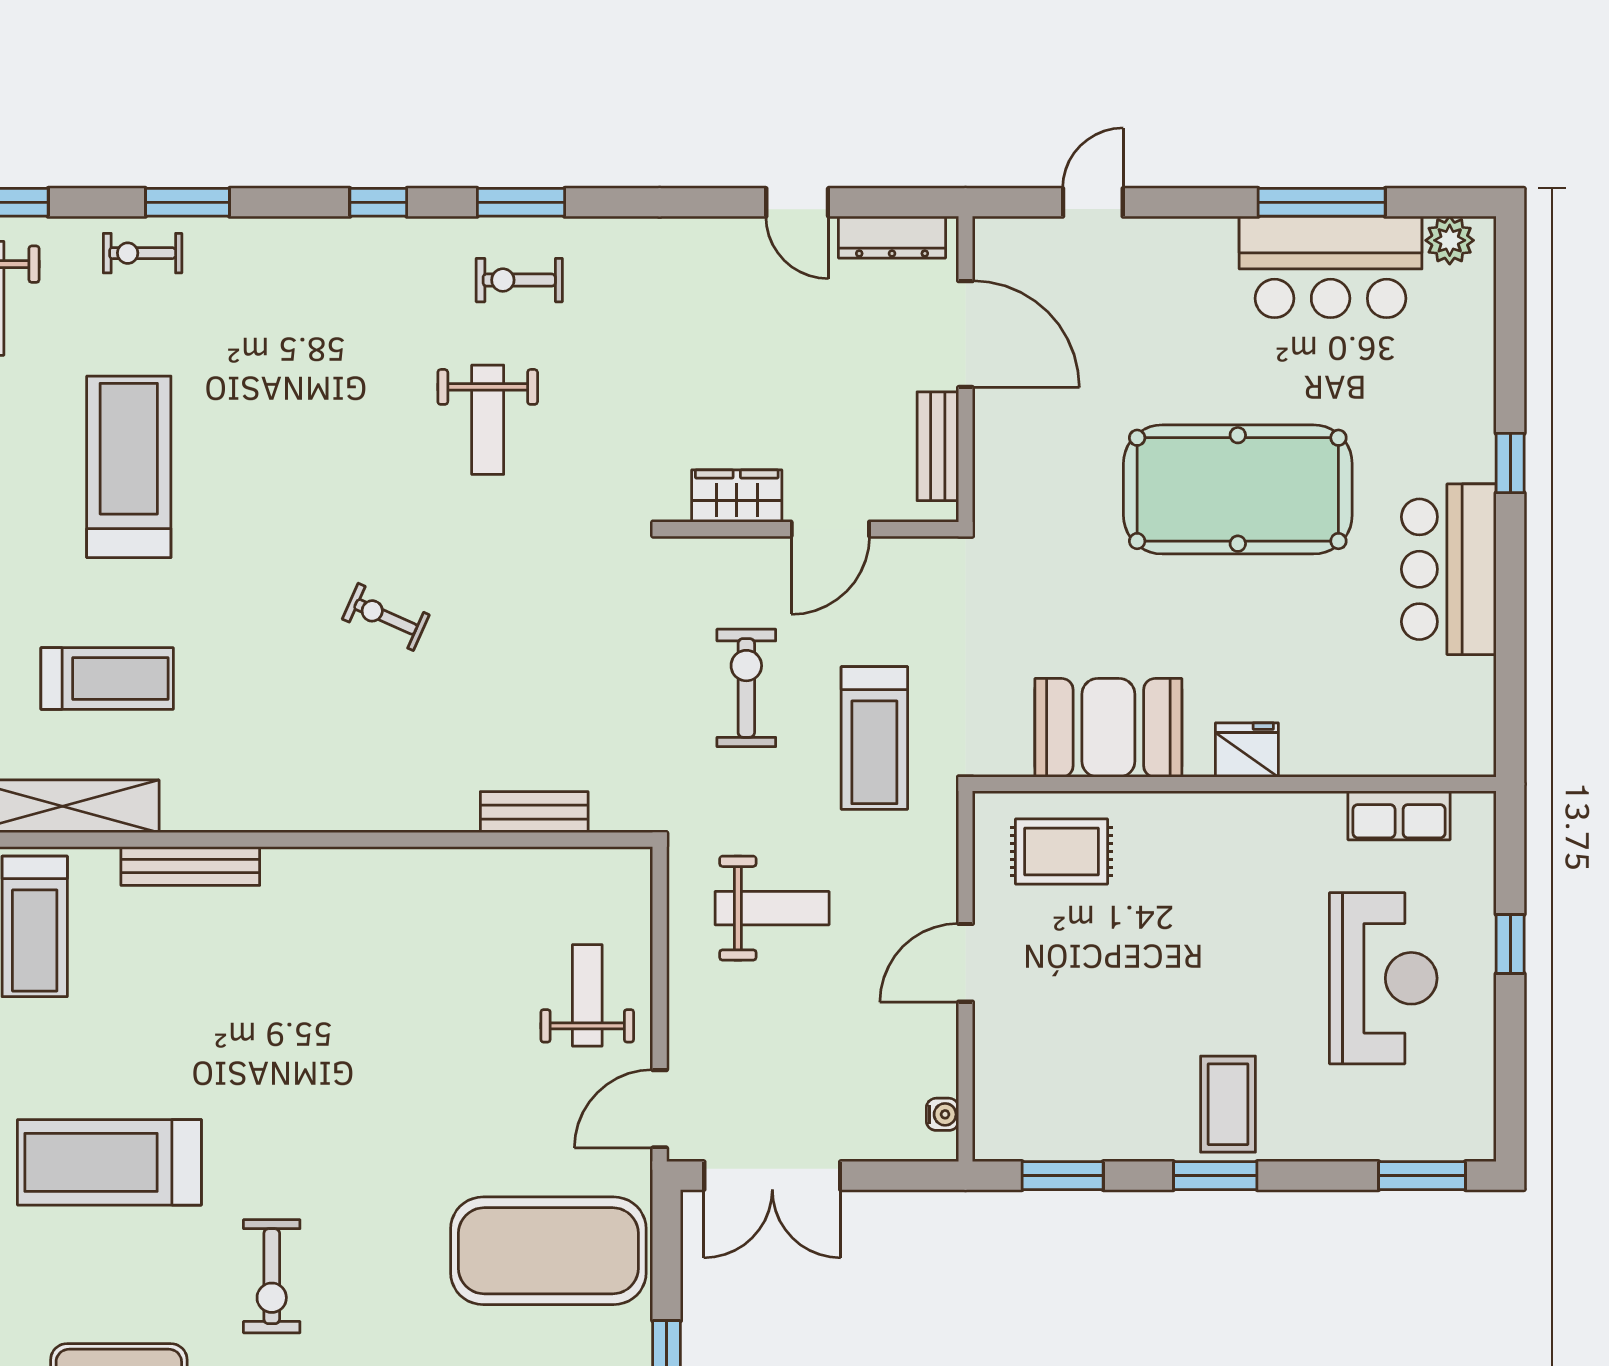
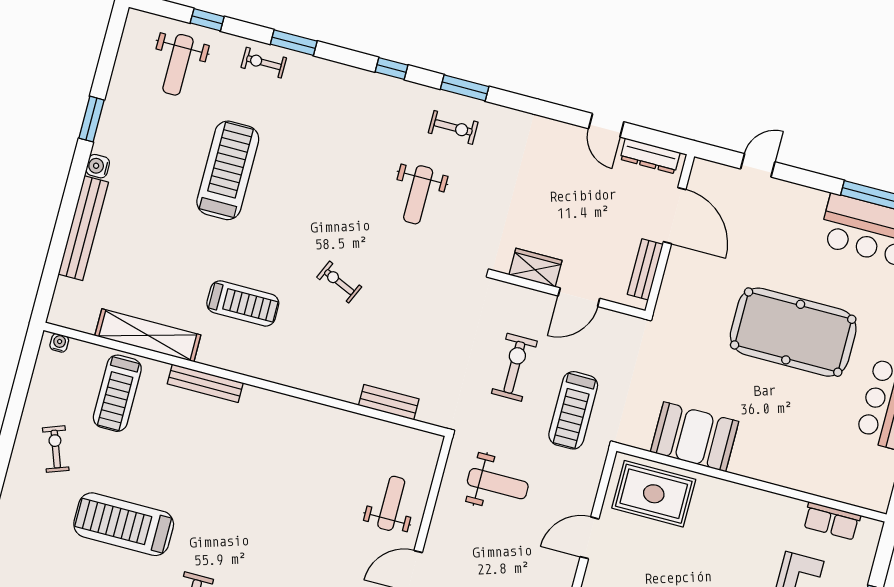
exercise bike: (519, 280) -> (453, 127), turned 180
treadmill: (107, 679) -> (243, 303), moved
fridge: (1247, 750) -> (763, 467), removed
rug: (1061, 851) -> (654, 494), width x1.36, depth x1.43

